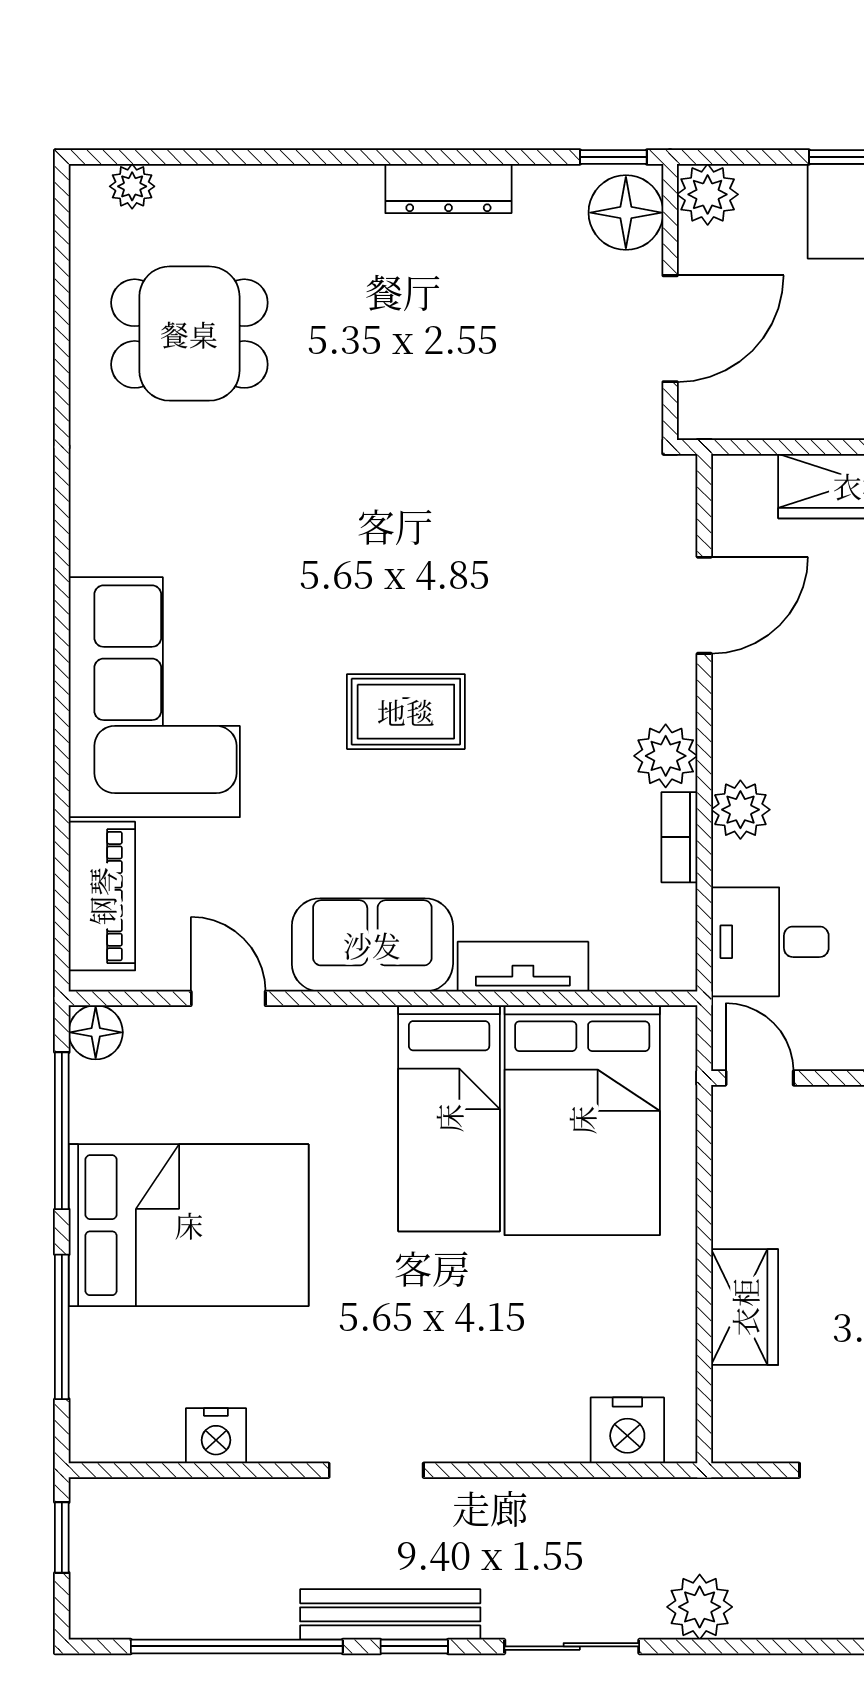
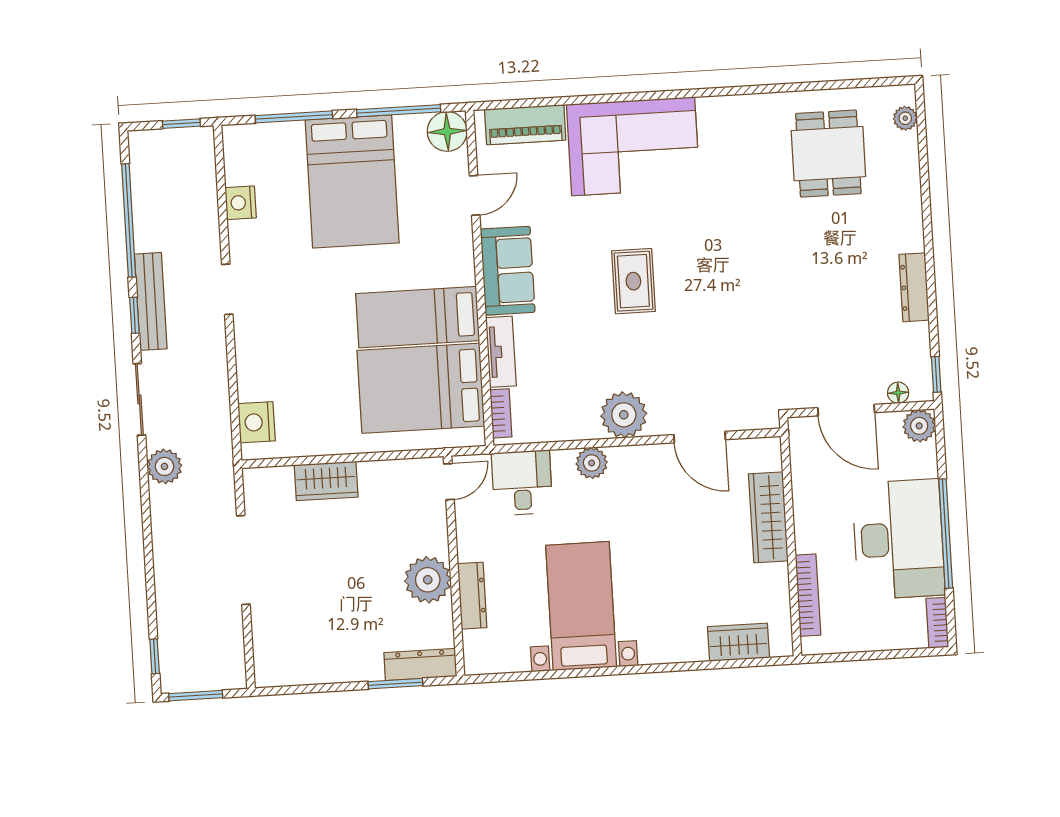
floor lamp: (626, 213) -> (898, 393), width x0.53, depth x0.53
plant: (666, 756) -> (624, 415), width x1.36, depth x1.36
bookcase: (679, 837) -> (501, 413), moved, turned 90
floor lamp: (96, 1032) -> (447, 131), width x1.38, depth x1.38

